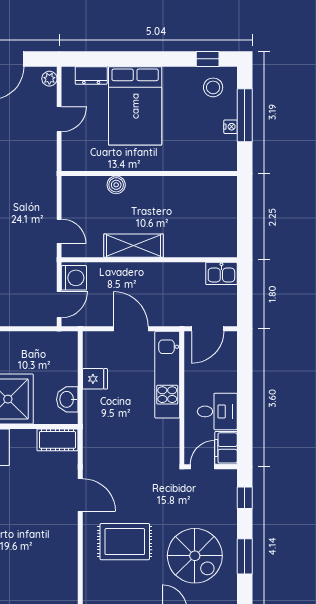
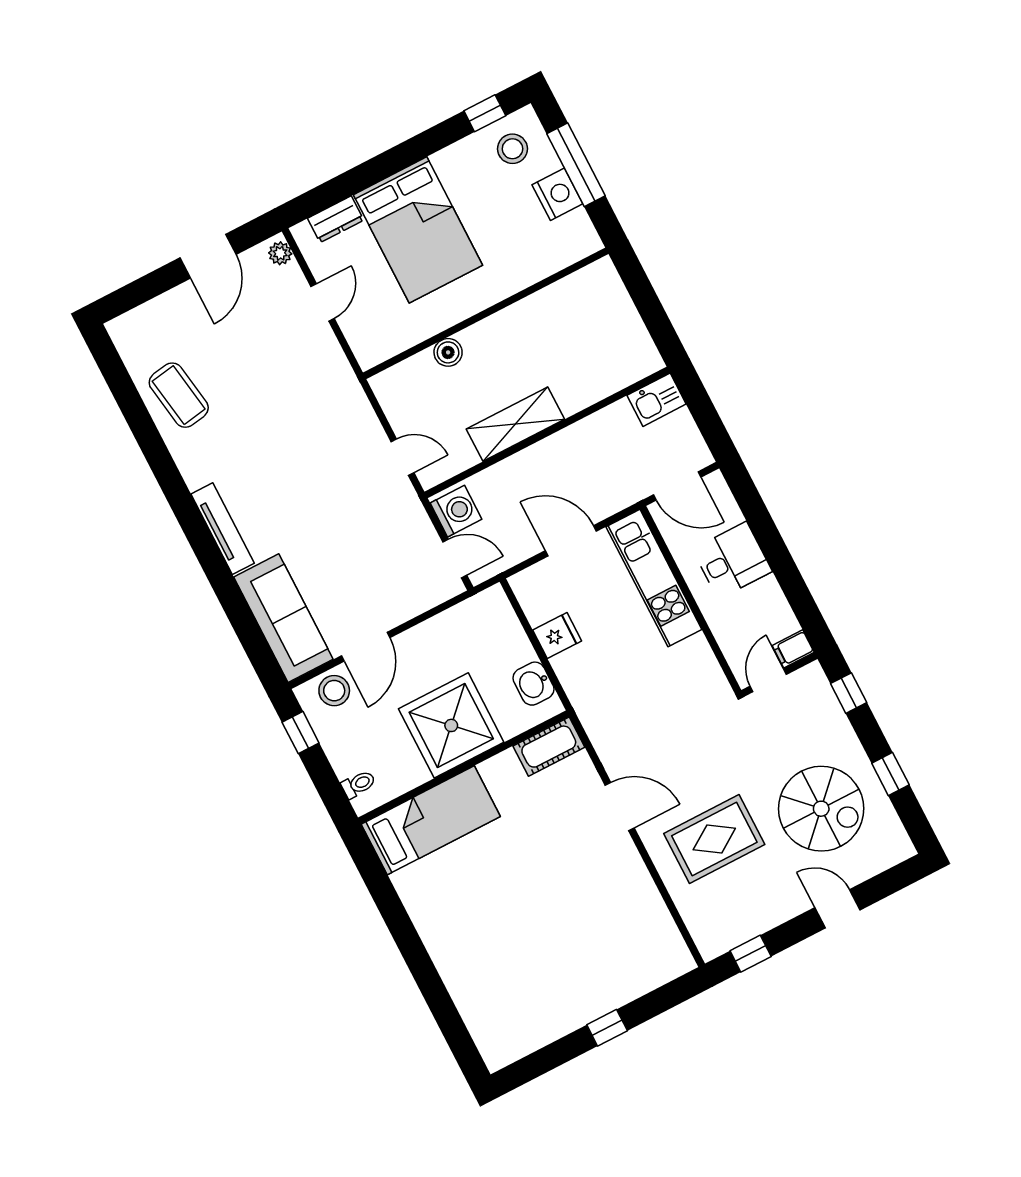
nightstand: (231, 127) -> (557, 194), width x1.89, depth x1.79
door: (59, 305) -> (455, 558), hinge flipped
door: (208, 329) -> (677, 486), hinge flipped
desk: (217, 411) -> (732, 560), moved
filing cabinet: (226, 448) -> (793, 649), width x0.50
window: (245, 556) -> (890, 774), width x0.67

